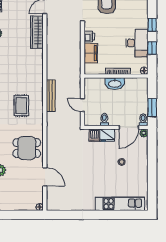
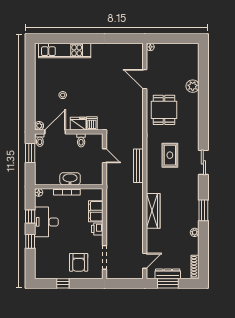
wardrobe: (37, 32) -> (153, 211), moved
dining table: (27, 148) -> (164, 110), turned 90

